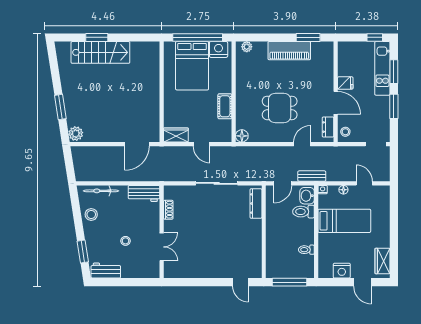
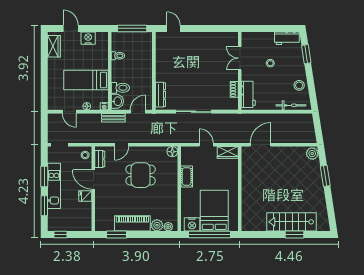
plant: (260, 48) -> (157, 225), added
kitchen unit: (382, 68) -> (54, 186), moved
workbench: (144, 193) -> (248, 94), moved, turned 90

